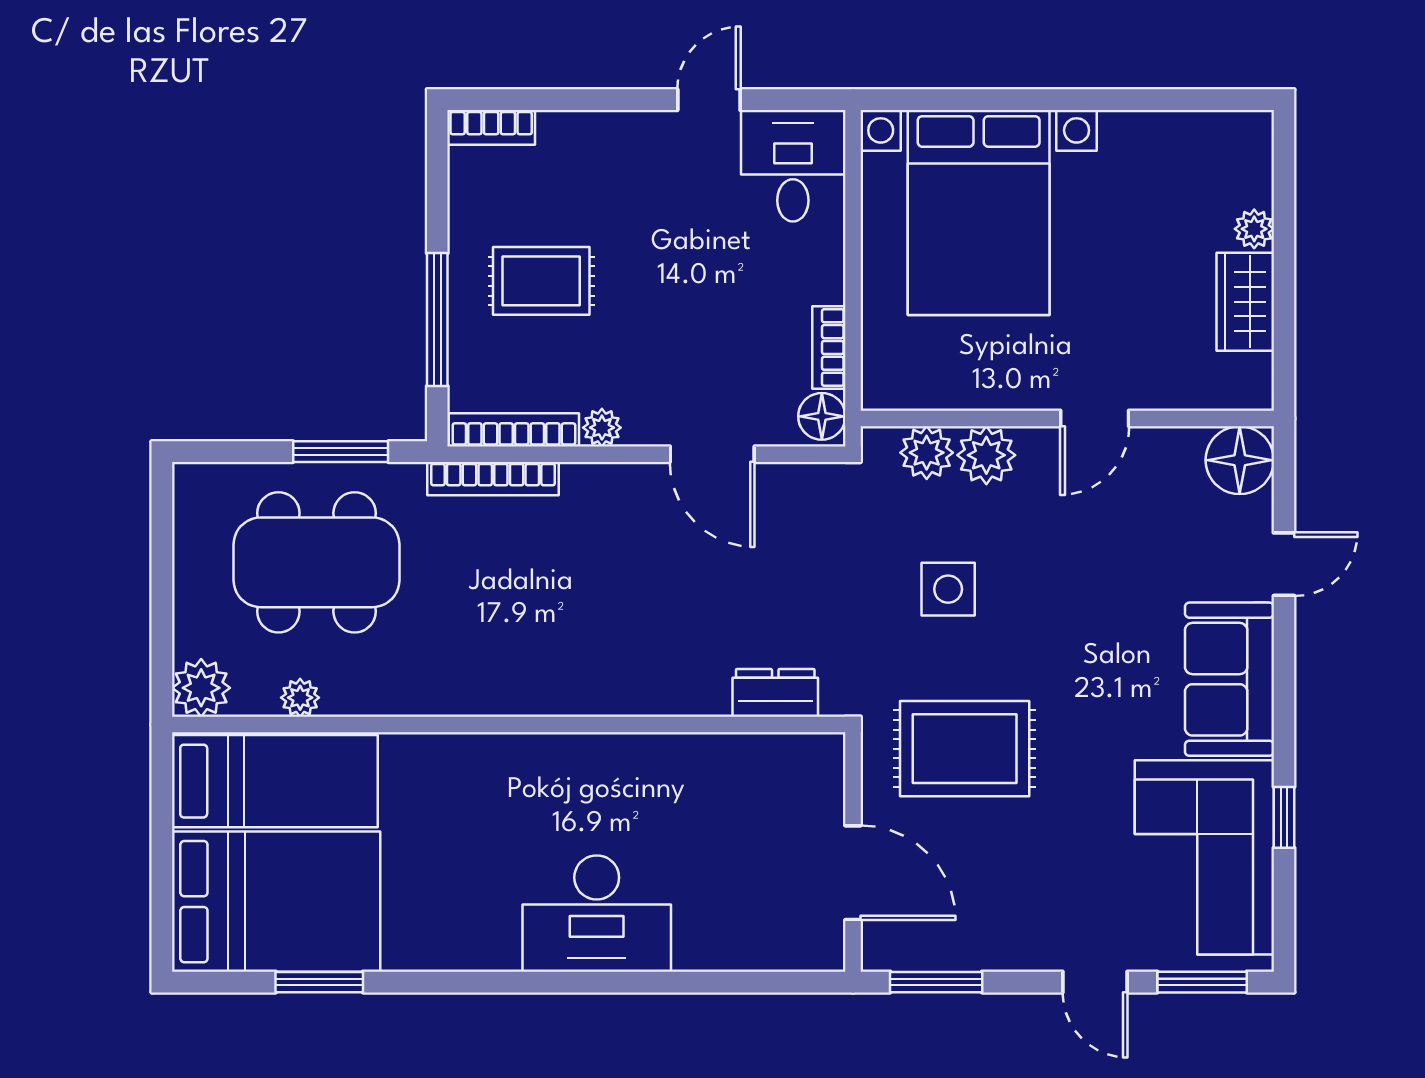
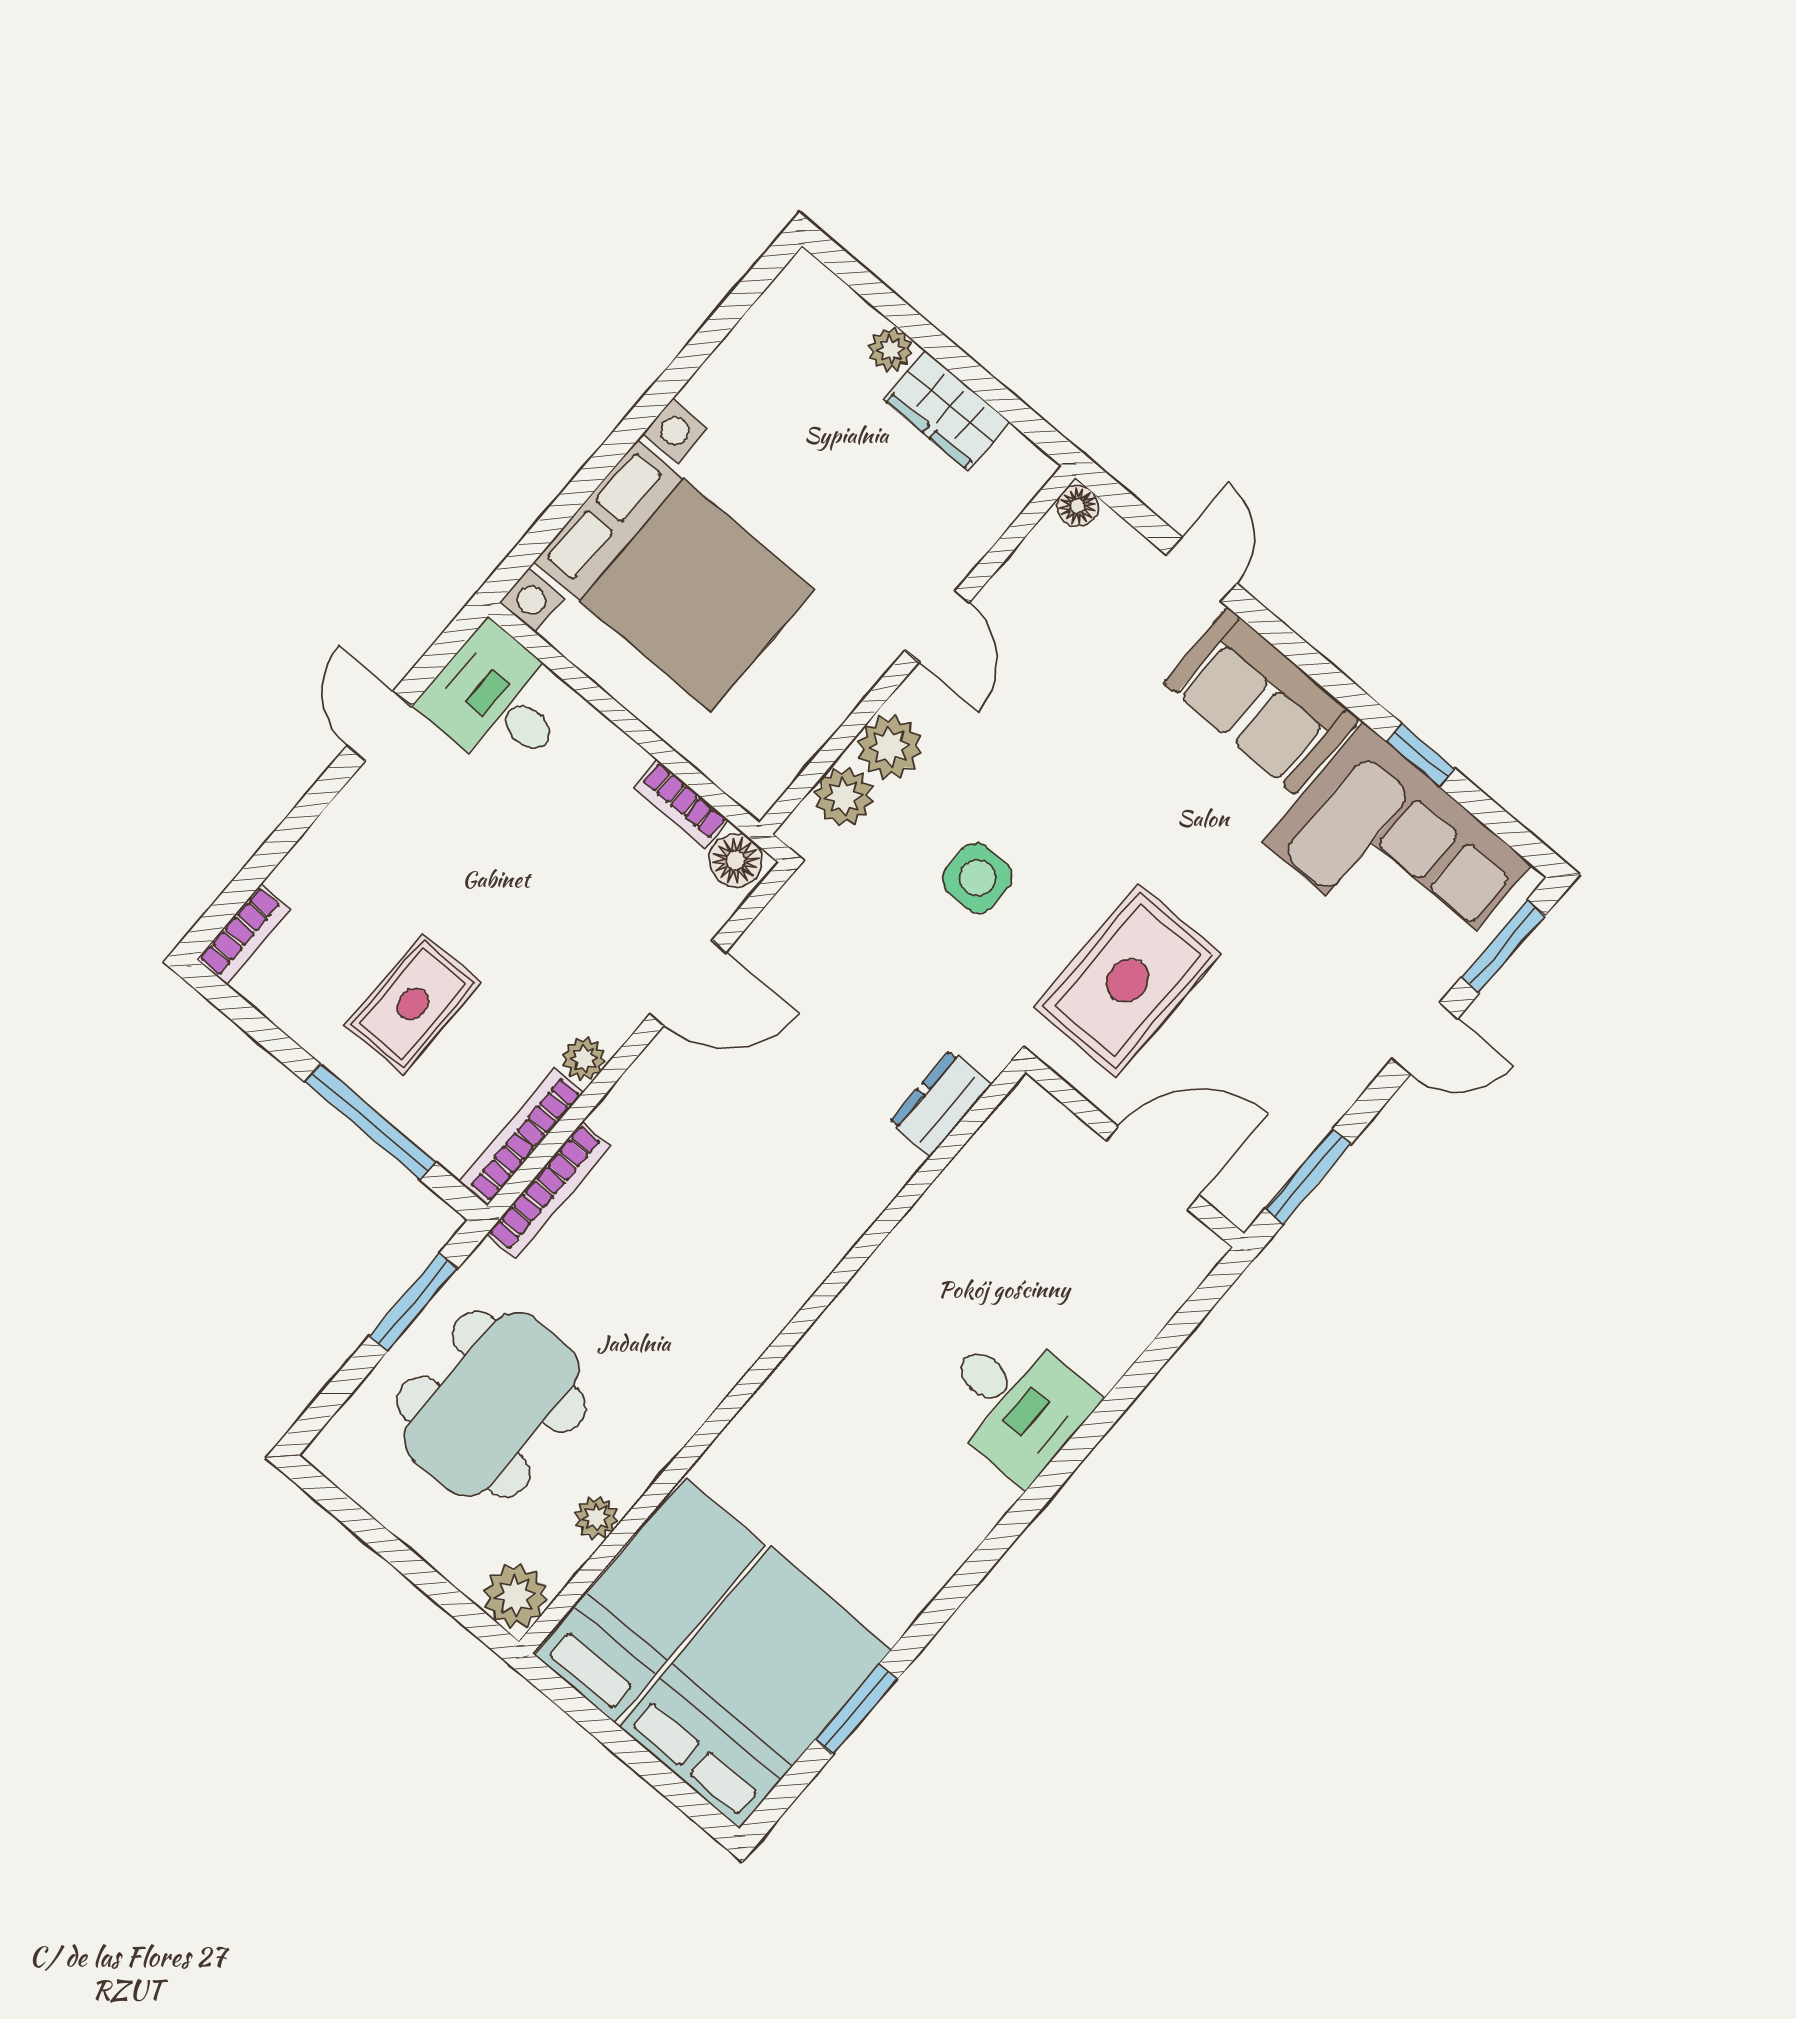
floor lamp: (1240, 460) -> (1078, 506), width x0.53, depth x0.53
desk: (597, 914) -> (1015, 1402), width x0.73

